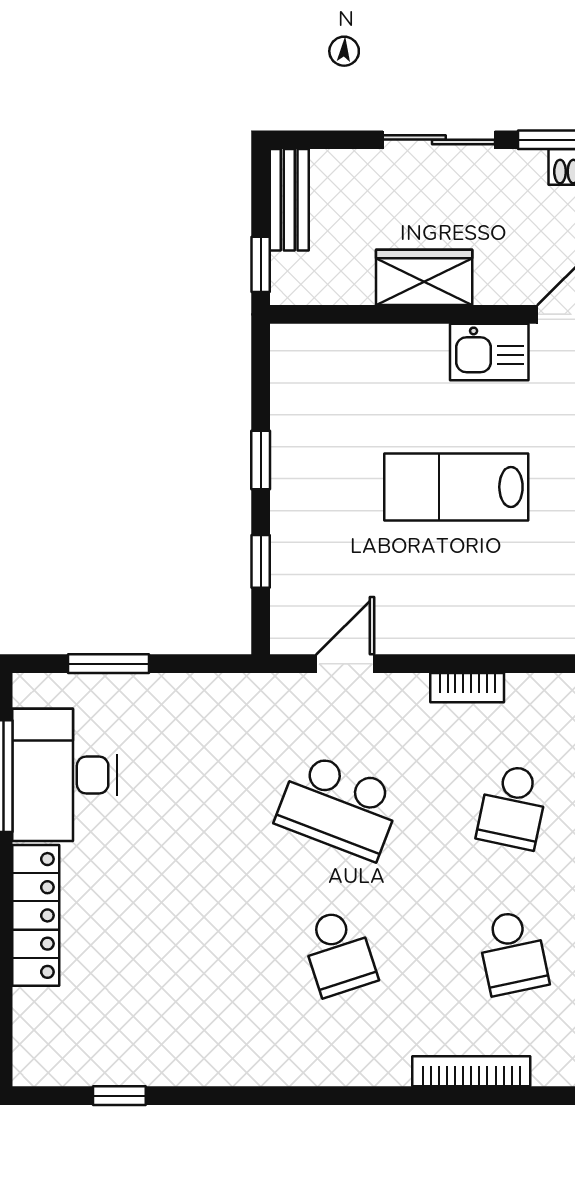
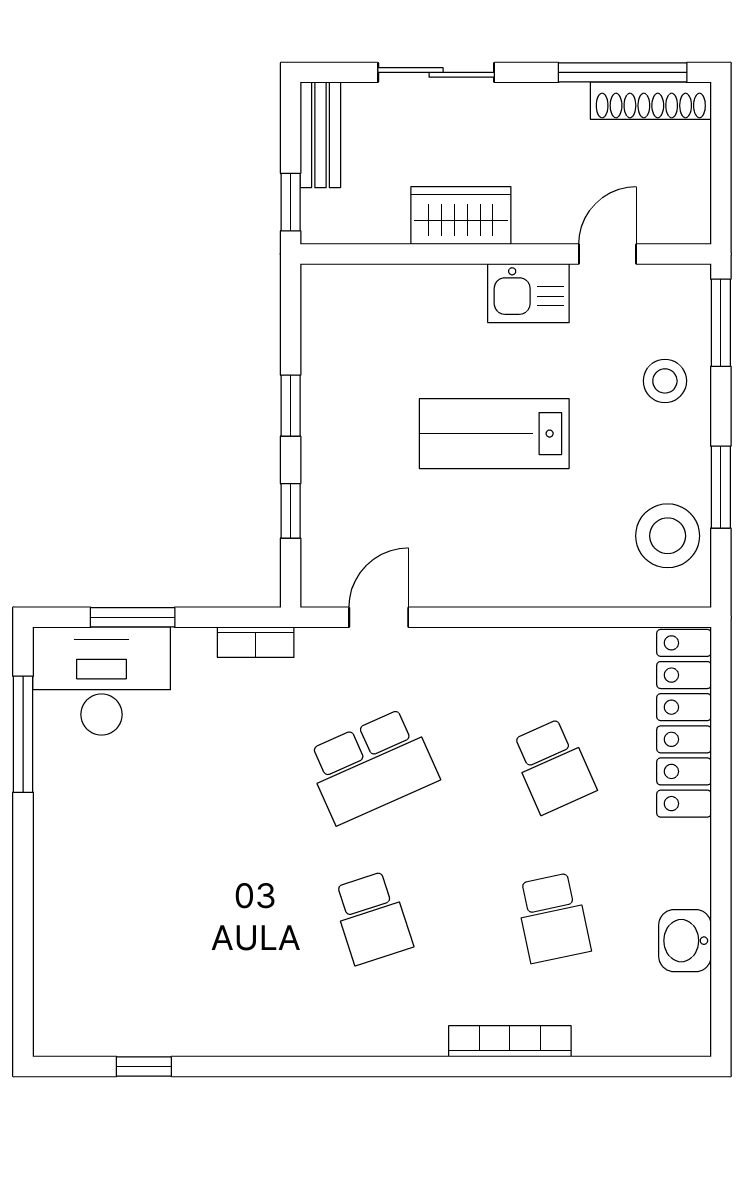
sliding door: (439, 140) -> (436, 72), moved
bookcase: (467, 688) -> (256, 642), moved
desk: (64, 775) -> (101, 681), moved, turned 90
school desk: (339, 807) -> (372, 766), turned -45
school desk: (513, 807) -> (553, 766), turned -36
locker: (36, 915) -> (57, 879), removed

